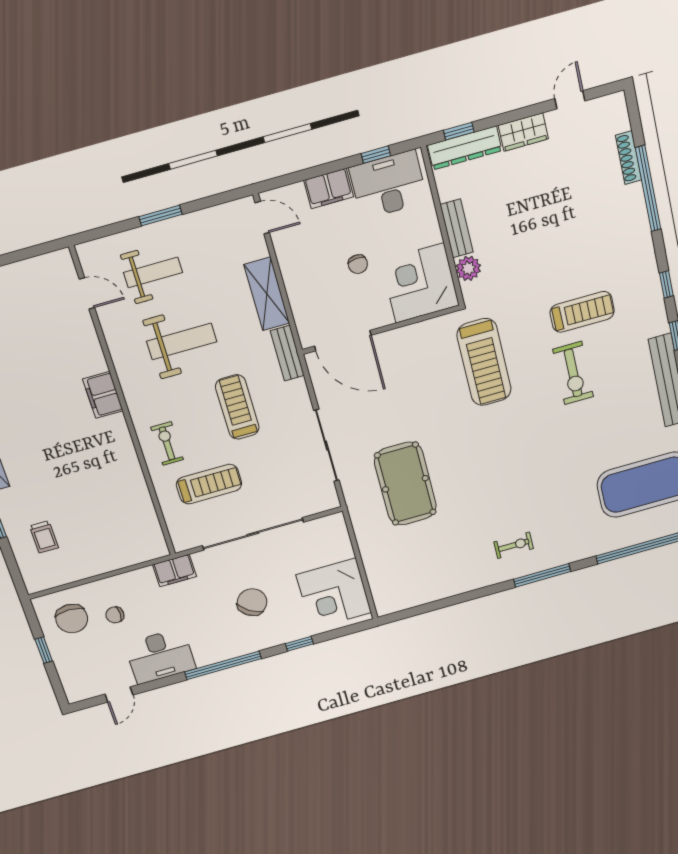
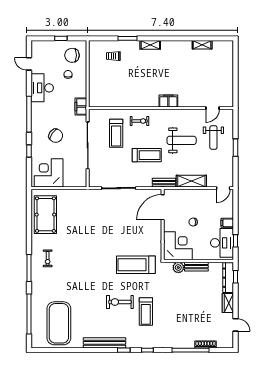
filing cabinet: (329, 188) -> (227, 223), width x0.50
weight bench: (182, 341) -> (182, 140), turned -90
pool table: (405, 484) -> (45, 215), moved, turned 90

